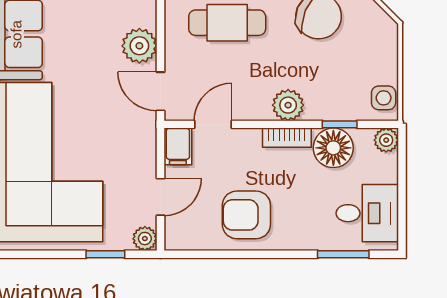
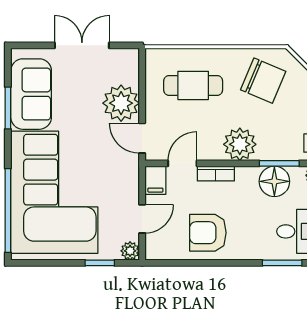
plant: (139, 46) -> (121, 103), width x1.36, depth x1.36
plant: (288, 105) -> (240, 144), width x1.36, depth x1.36
window: (340, 124) -> (279, 163), width x1.50
bookcase: (287, 138) -> (216, 174), moved

